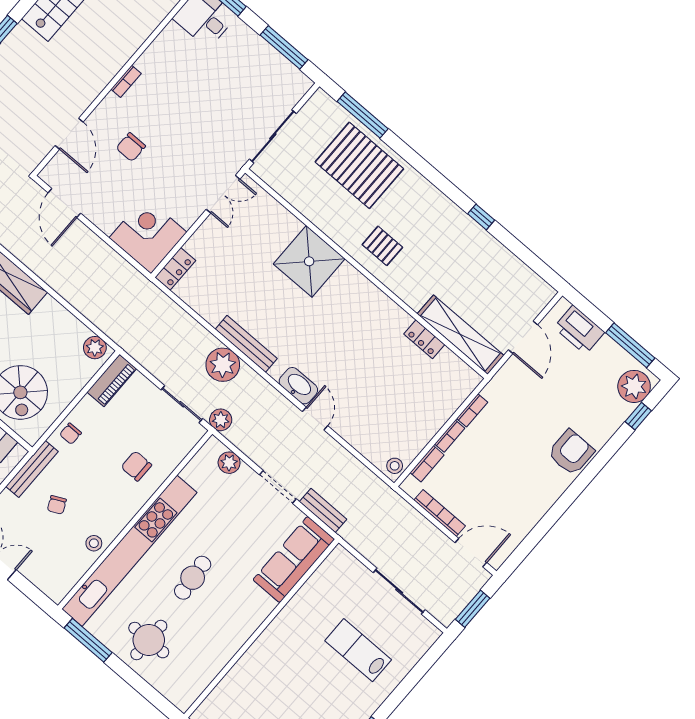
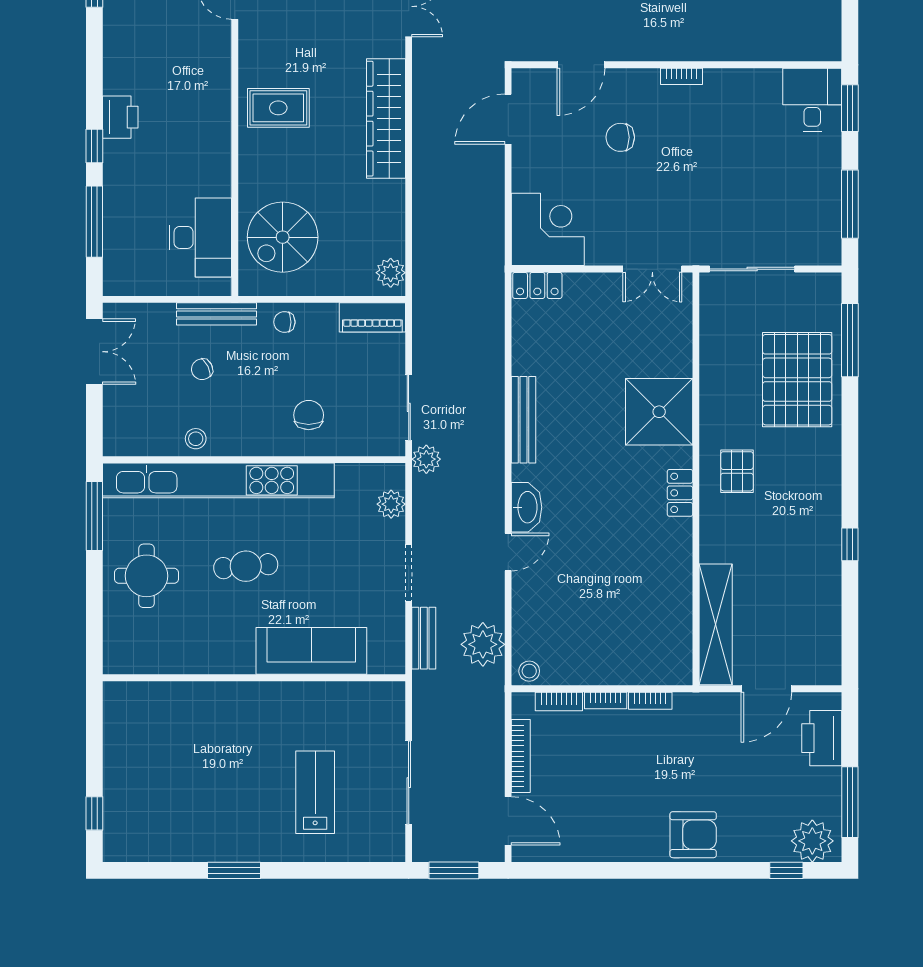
locker: (424, 339) -> (680, 493), moved
plant: (223, 365) -> (483, 644), moved
sofa: (294, 559) -> (311, 651), moved

